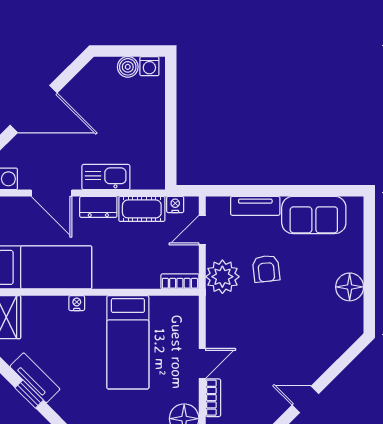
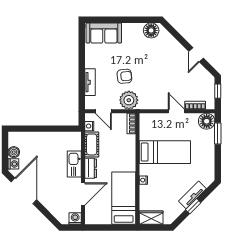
washing machine: (149, 66) -> (13, 164), moved
door: (34, 109) -> (24, 191), moved
sofa: (314, 215) -> (104, 33), moved, turned 90
floor lamp: (350, 287) -> (151, 30), moved
tv unit: (35, 378) -> (192, 195), moved

